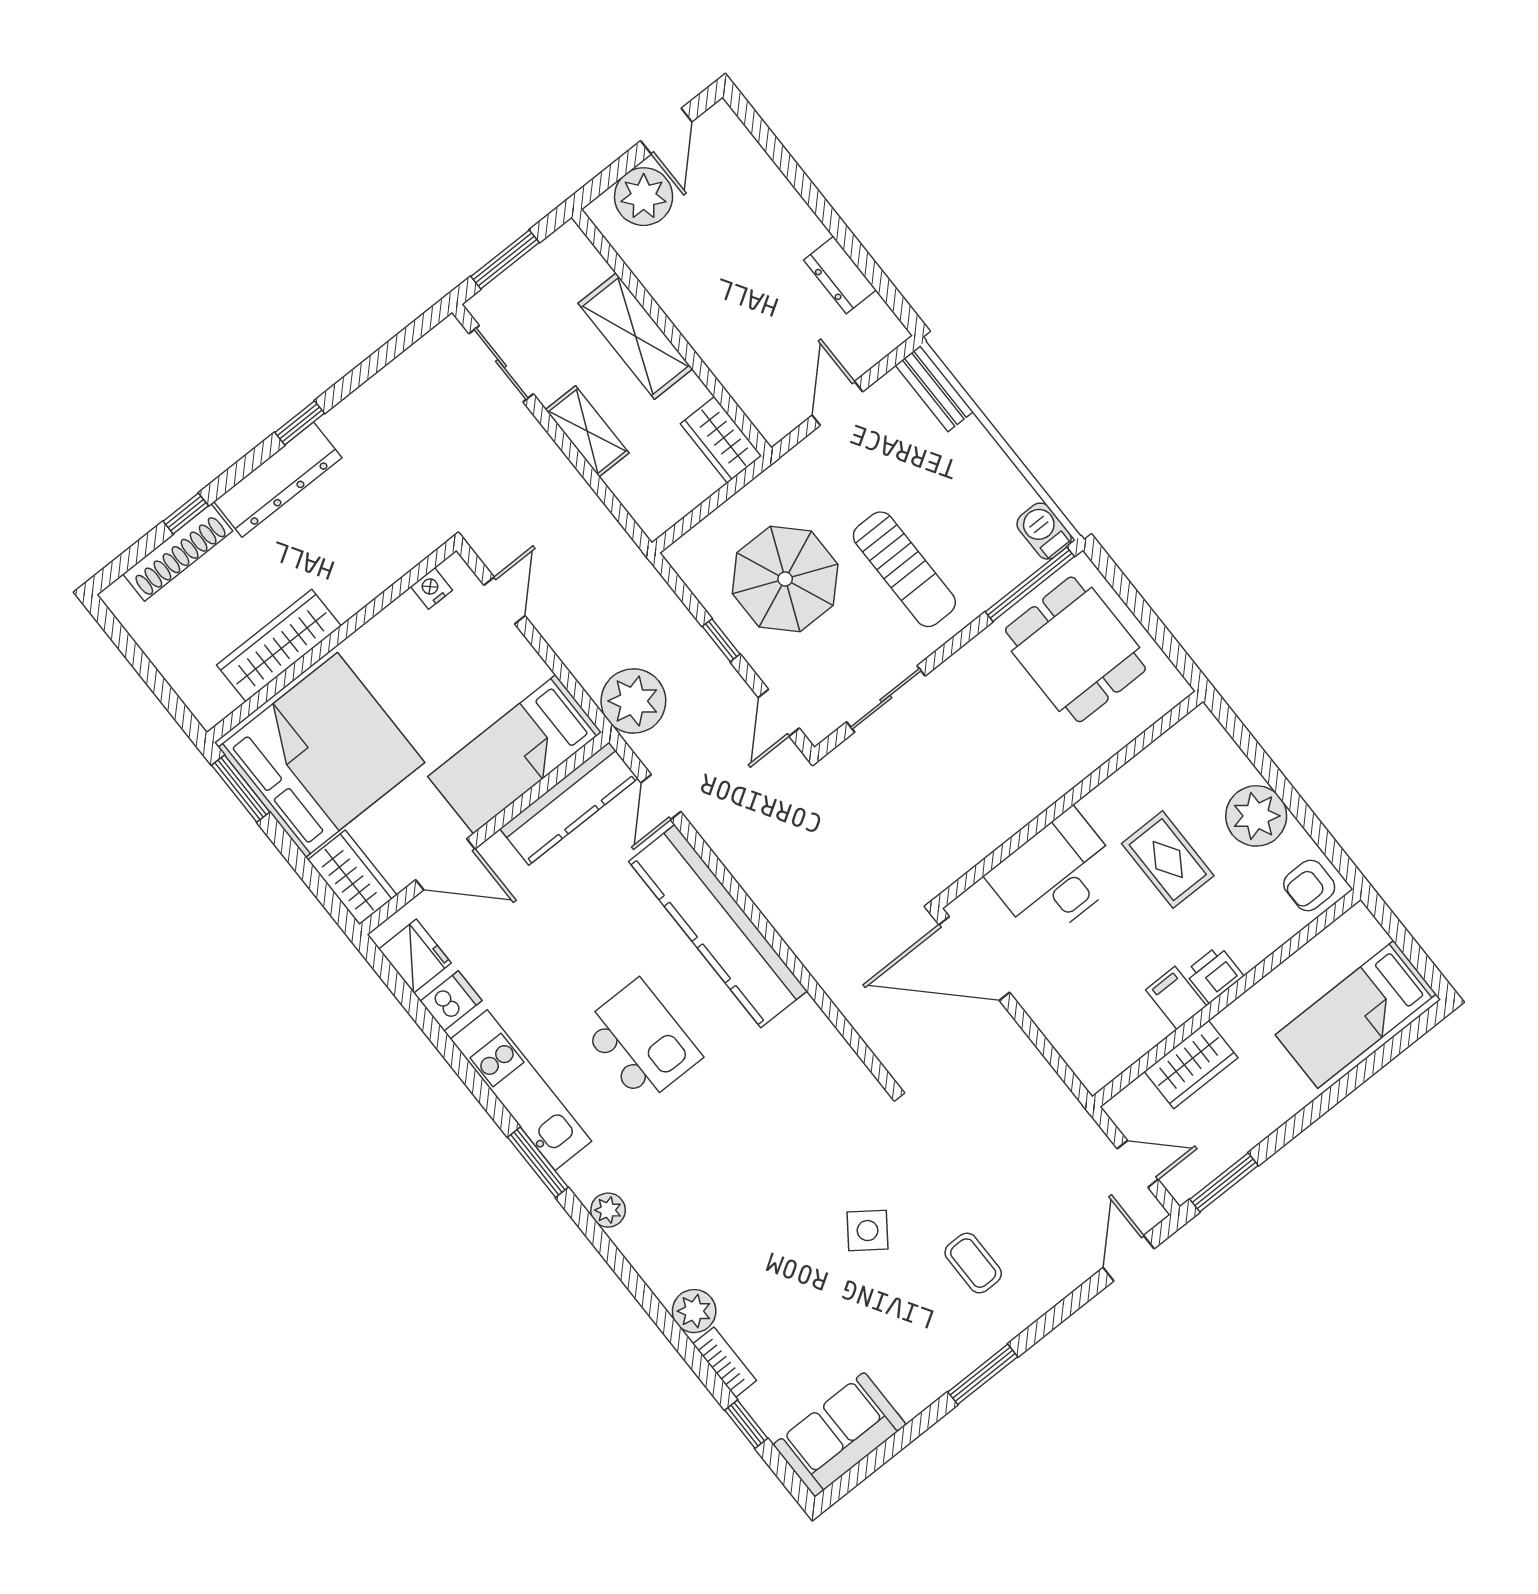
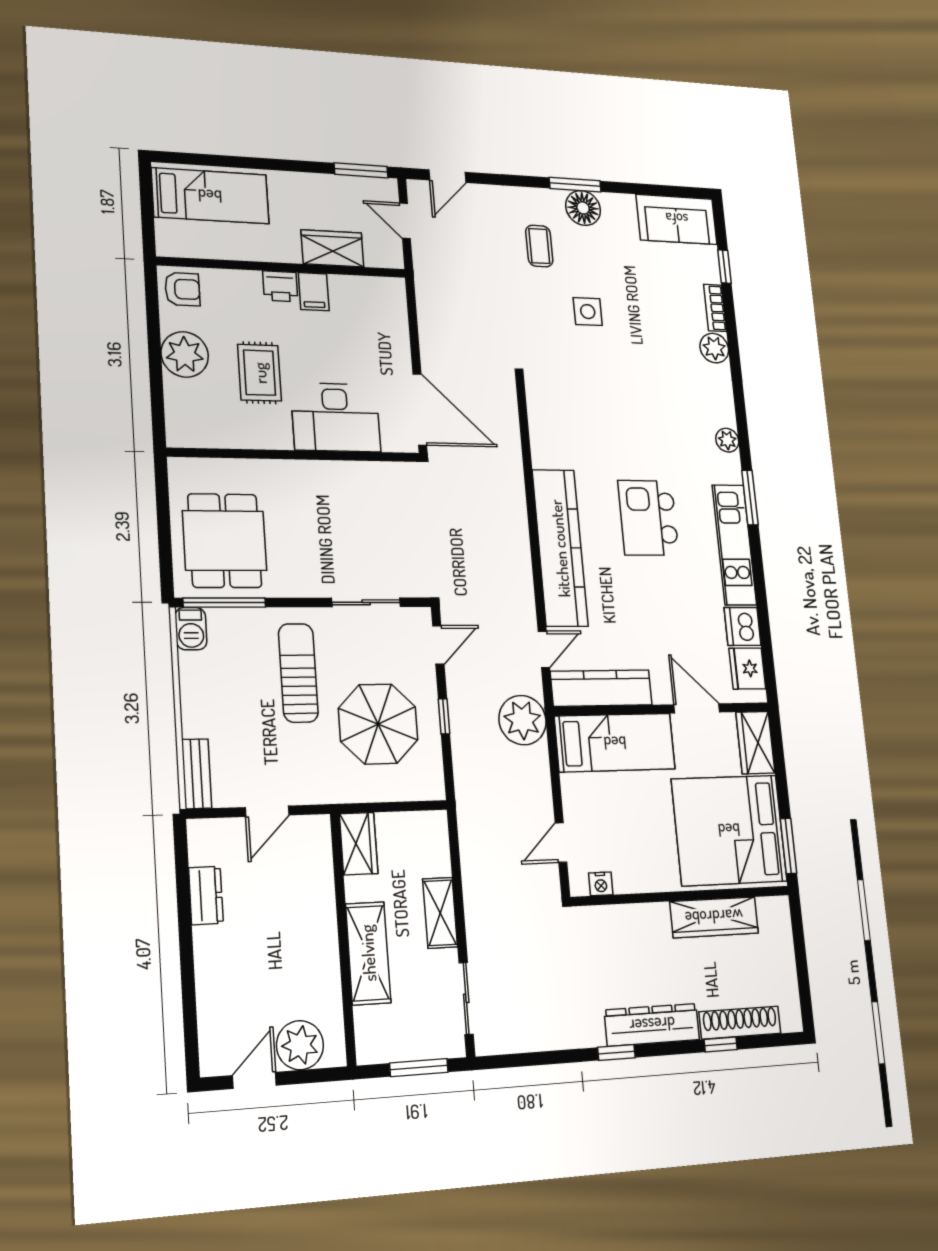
dishwasher: (451, 1001) -> (743, 626), width x1.38
side table: (868, 1231) -> (588, 312), turned -36
floor lamp: (955, 1353) -> (583, 208), added

